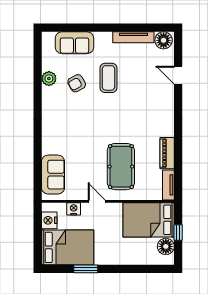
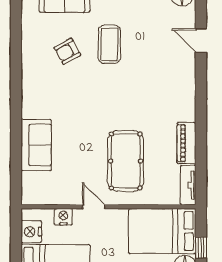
plant: (49, 79) -> (31, 45), removed
sofa: (53, 175) -> (36, 145), moved

